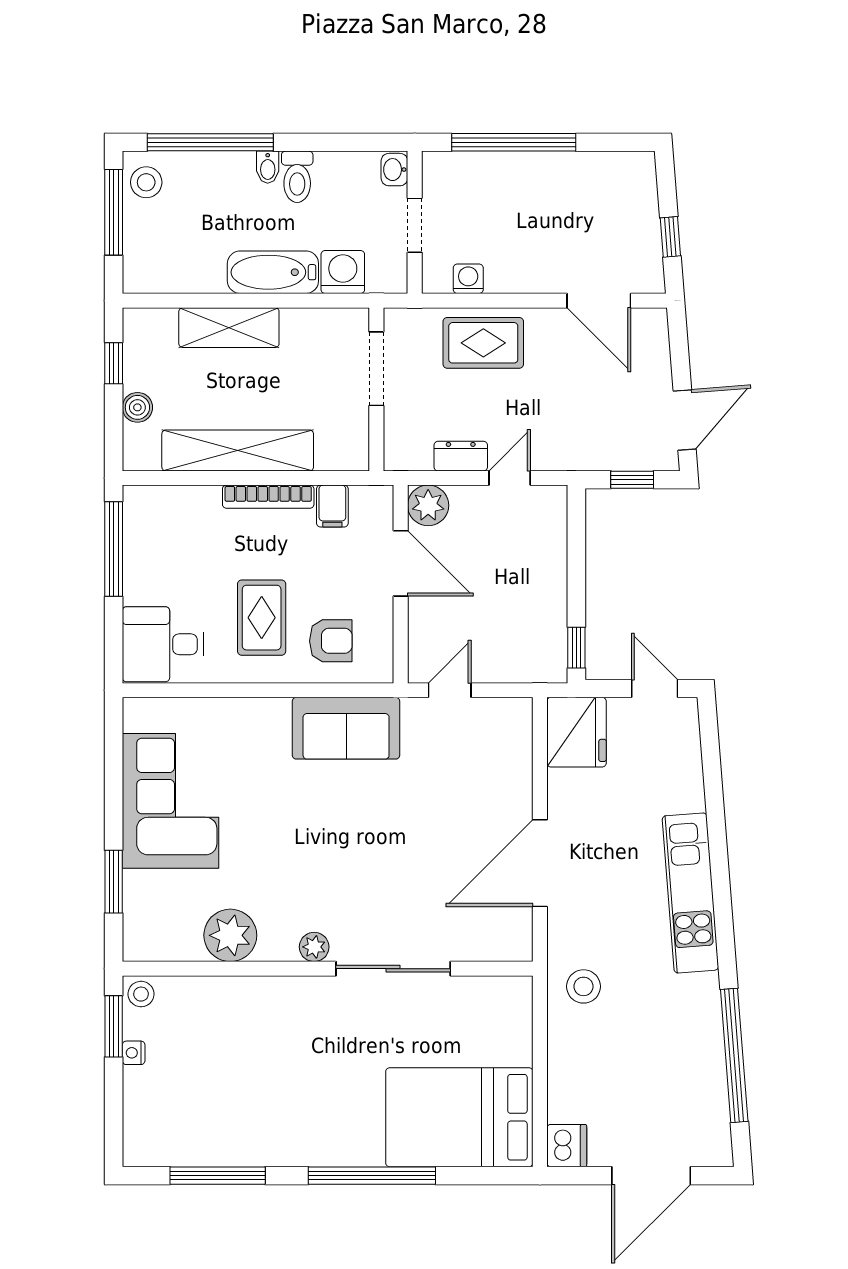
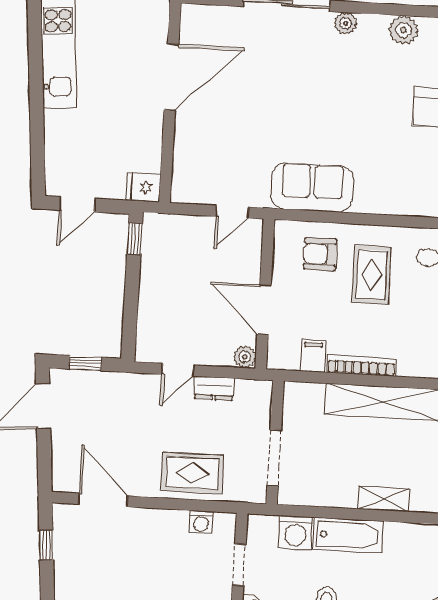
shelving: (229, 328) -> (384, 499), width x0.67, depth x0.75
plant: (428, 505) -> (245, 357), width x0.73, depth x0.73
door: (655, 689) -> (77, 204), hinge flipped
fridge: (576, 732) -> (143, 187), width x0.53, depth x0.75
plant: (230, 935) -> (404, 30), width x0.73, depth x0.73

